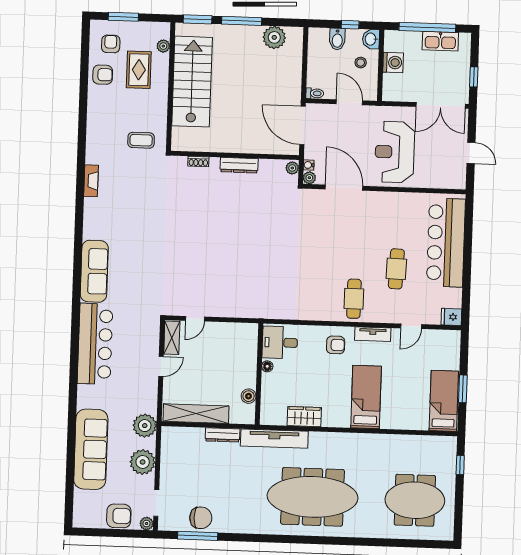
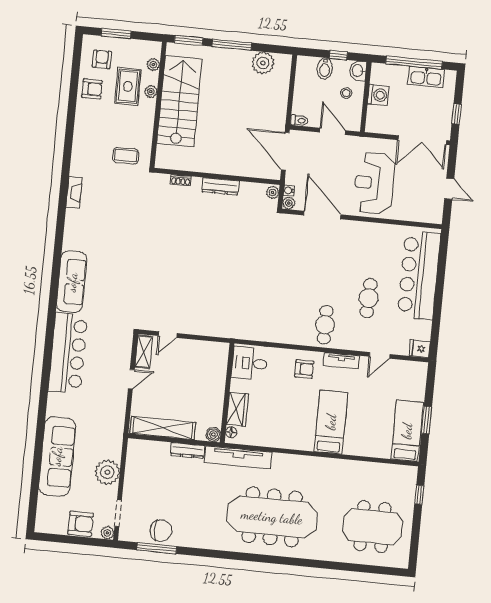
floor lamp: (267, 366) -> (231, 432), moved
boiler: (249, 396) -> (213, 434), moved
wardrobe: (304, 417) -> (237, 409), moved, turned 90
plant: (145, 426) -> (151, 92), moved, width x0.53, depth x0.53

